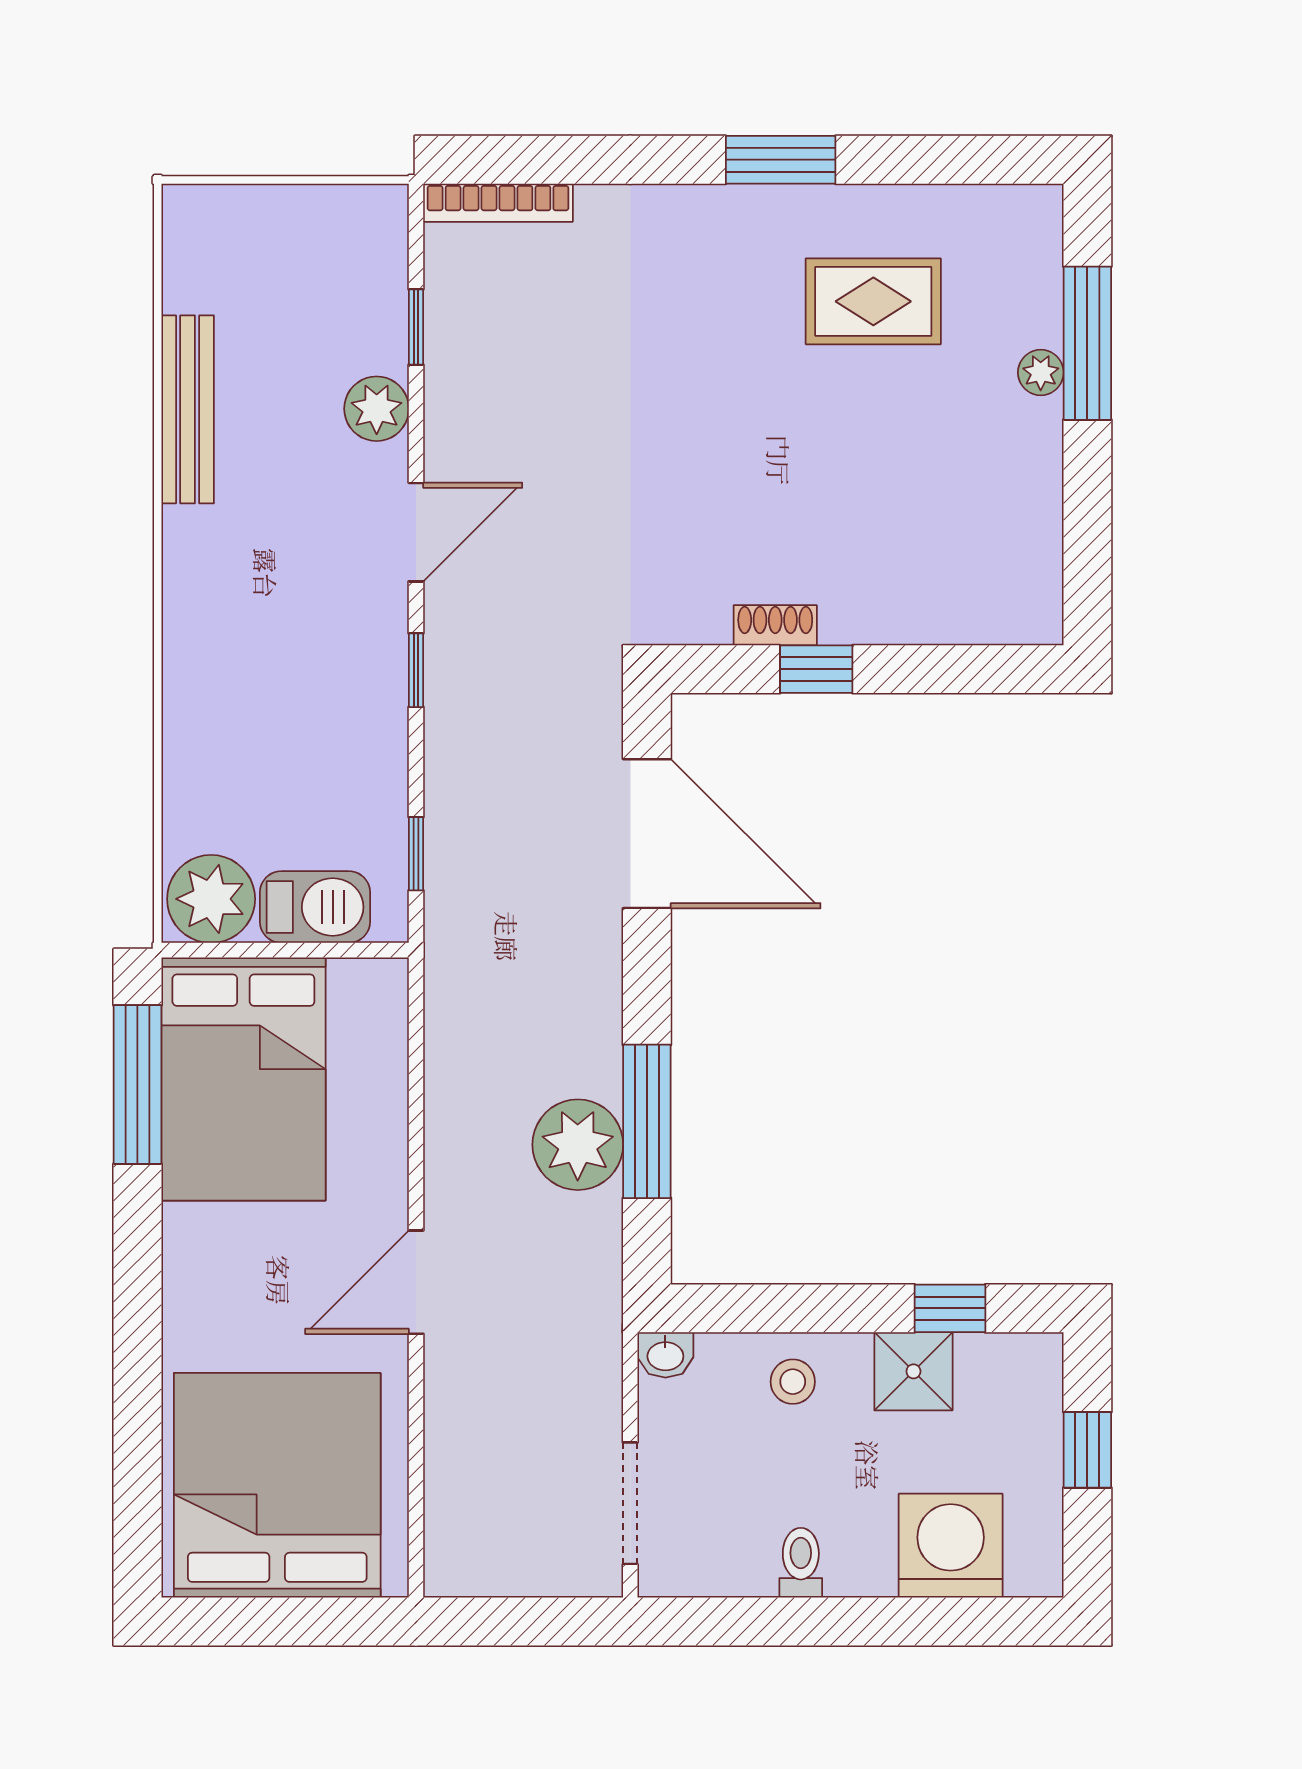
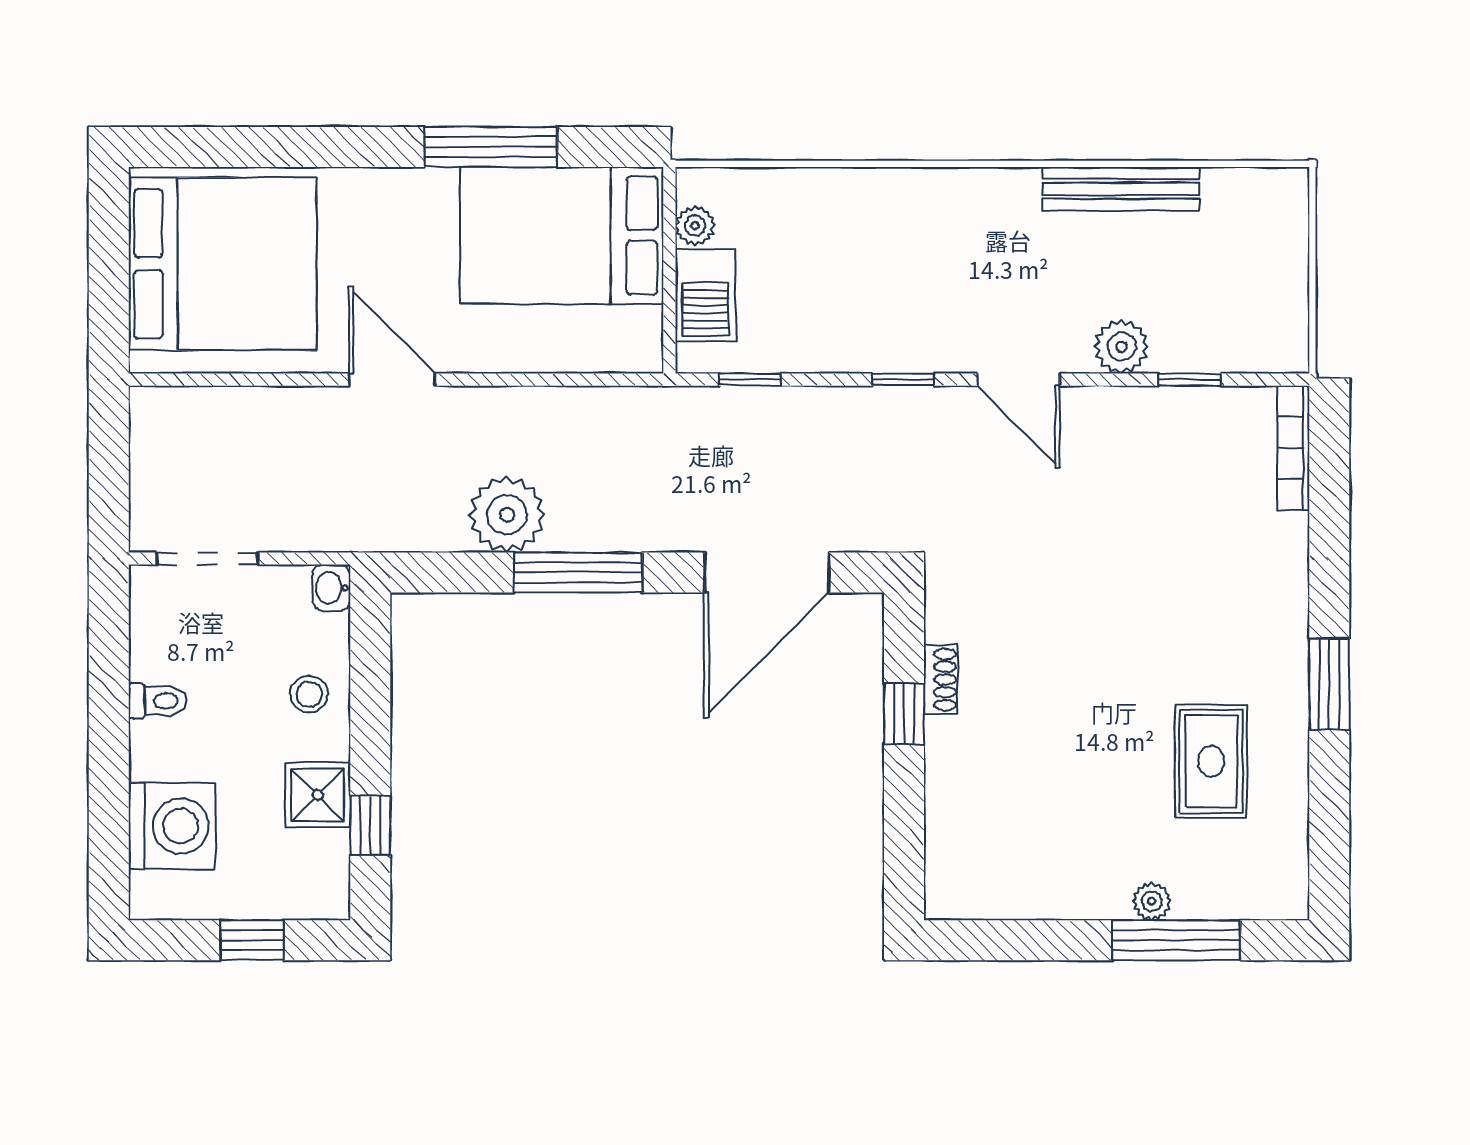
plant: (211, 899) -> (695, 226), width x0.53, depth x0.53
window: (137, 1085) -> (491, 147), moved
window: (647, 1121) -> (578, 572), moved

